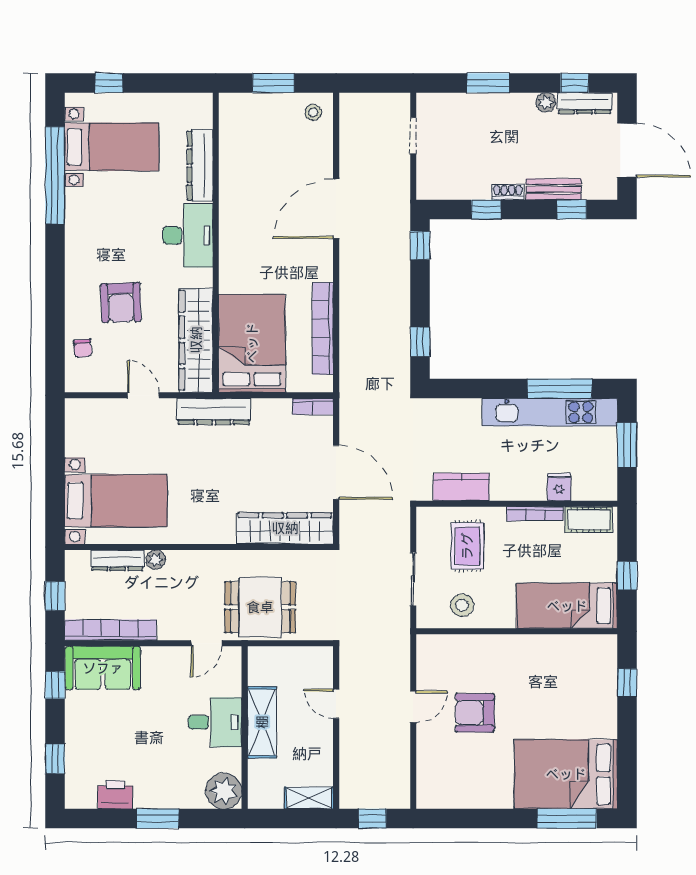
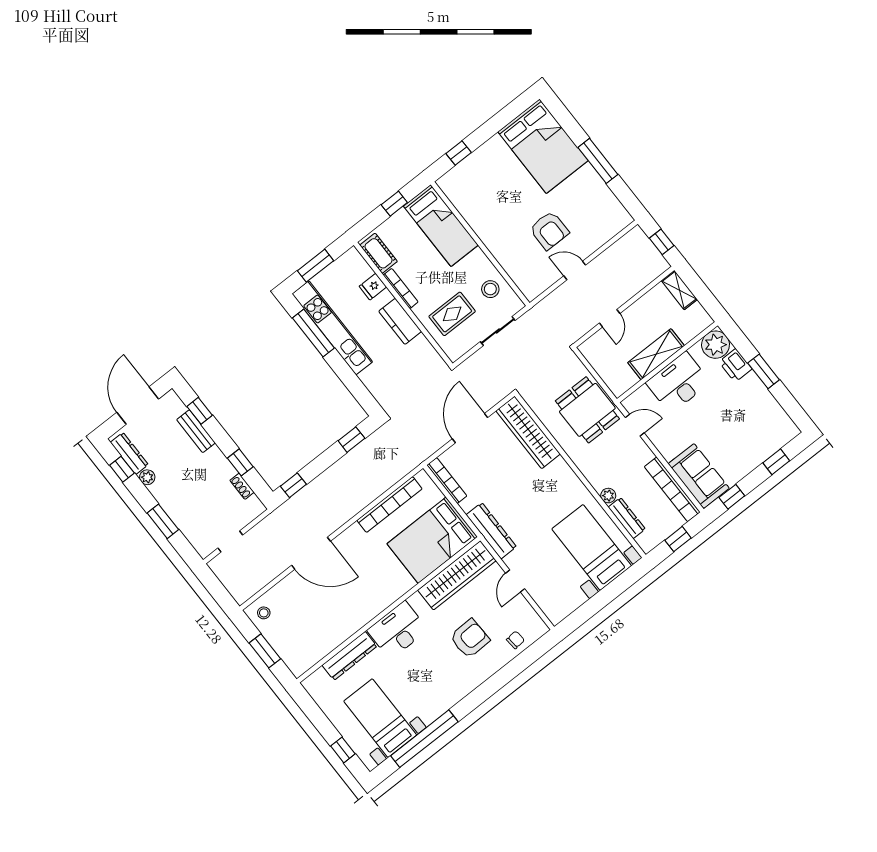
shoe rack: (508, 192) -> (242, 486), moved
bookcase: (313, 406) -> (447, 481), width x1.56
kitchen counter: (461, 487) -> (400, 321), moved
desk: (215, 722) -> (678, 383), width x1.37
printer: (115, 795) -> (735, 365), moved
window: (567, 819) -> (598, 161), moved

